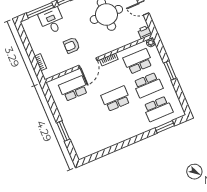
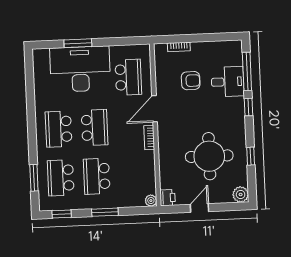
armchair: (72, 45) -> (191, 81), moved, turned 90
school desk: (138, 61) -> (59, 129), moved, turned 180
door: (88, 63) -> (155, 109), hinge flipped
window: (182, 99) -> (62, 214), added
desk: (80, 123) -> (80, 69), added

